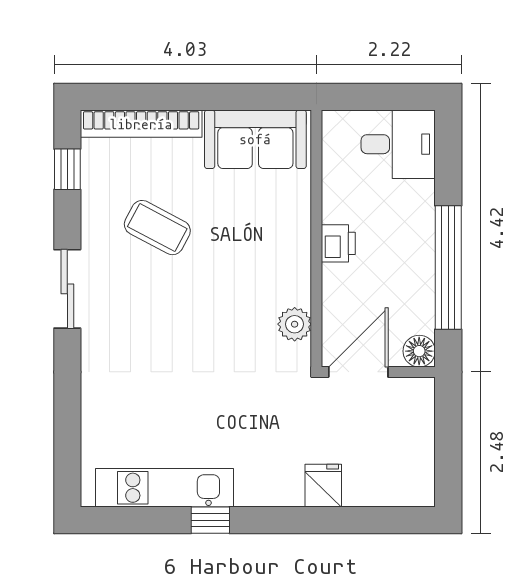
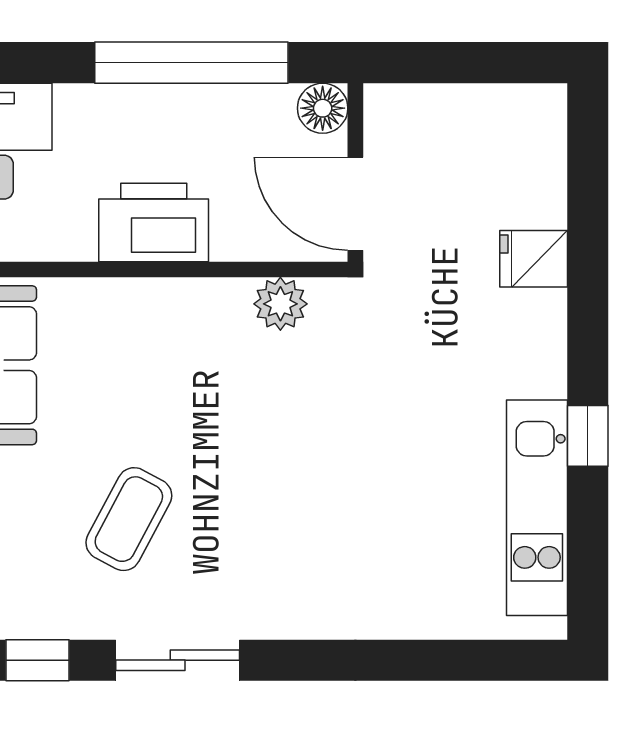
printer: (338, 243) -> (154, 222), width x1.87, depth x1.48
sliding door: (67, 289) -> (178, 660), moved

